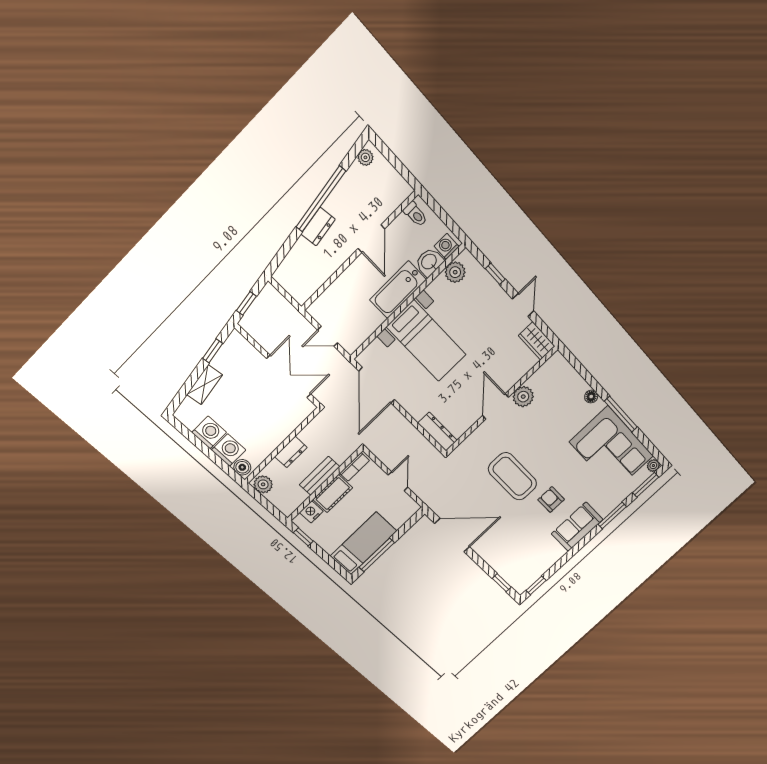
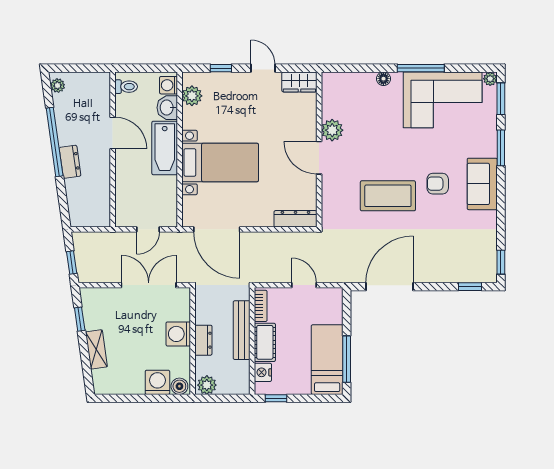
washing machine: (209, 432) -> (178, 334), moved, turned -90
bench: (320, 476) -> (242, 330), width x1.36

